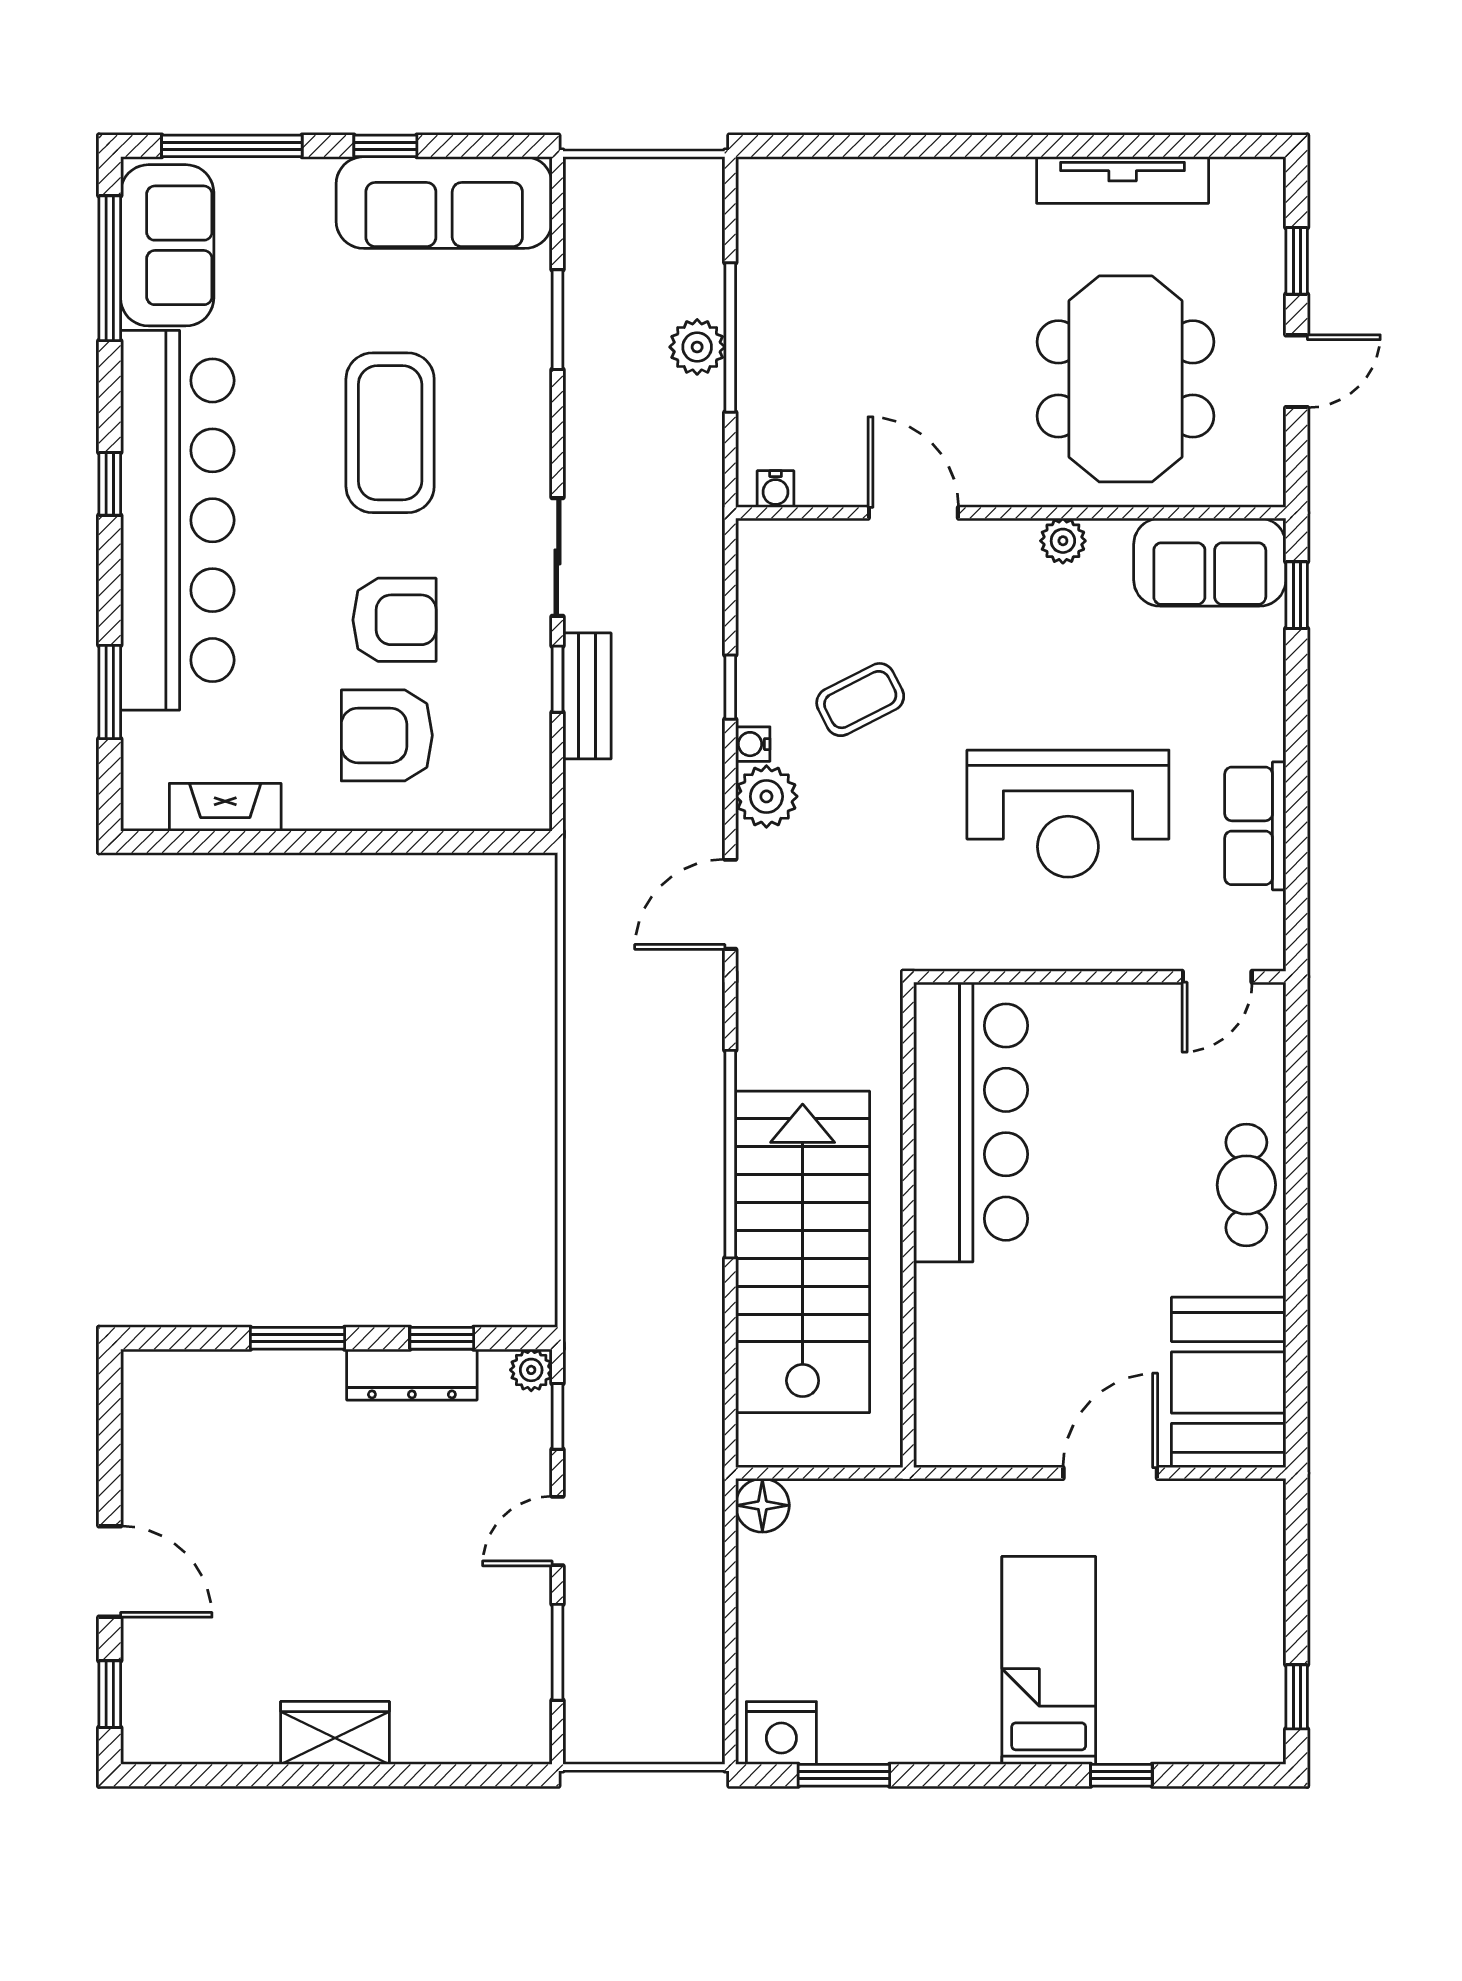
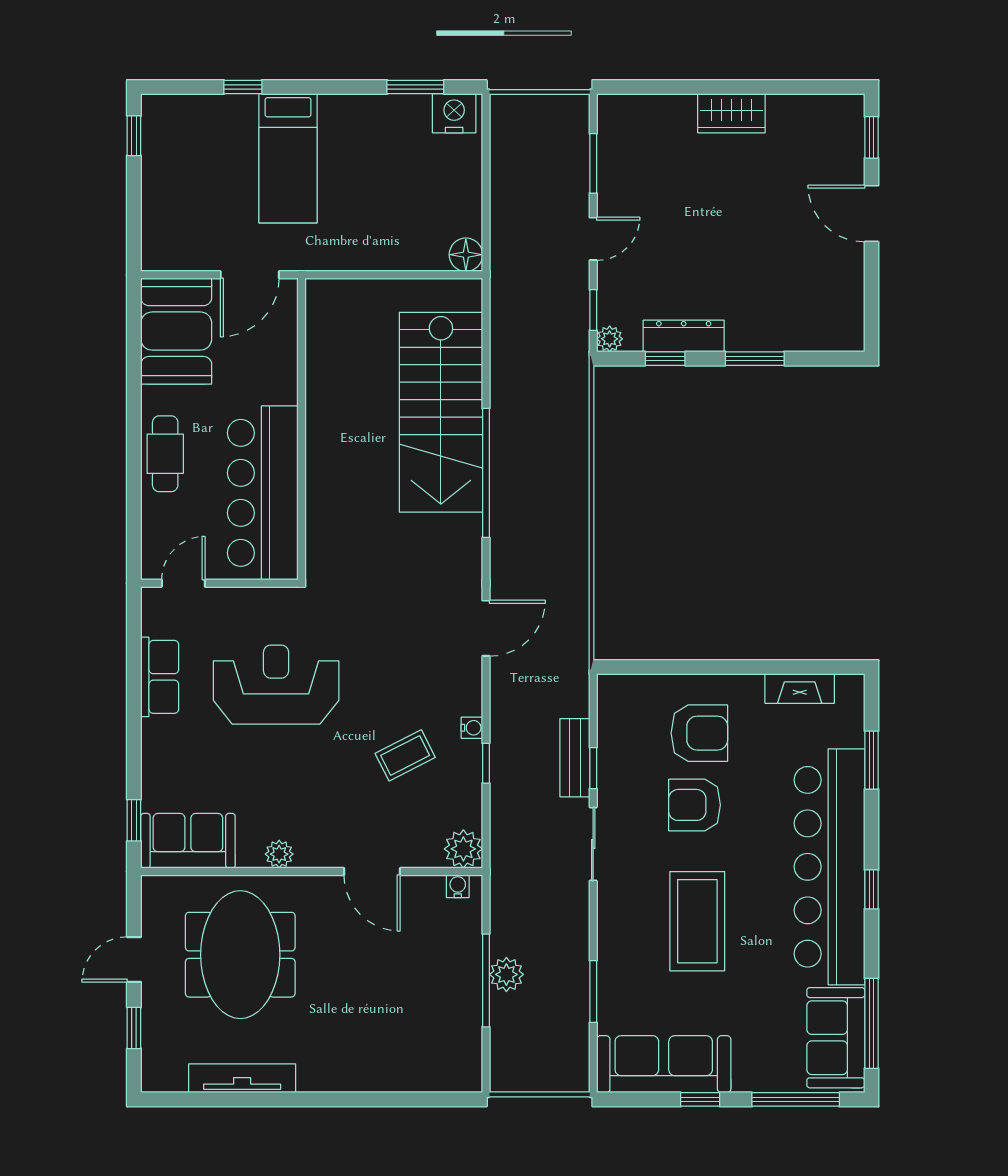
plant: (766, 796) -> (463, 849), moved
bar counter: (971, 1122) -> (263, 493), moved
wall: (908, 1225) -> (302, 429), moved

